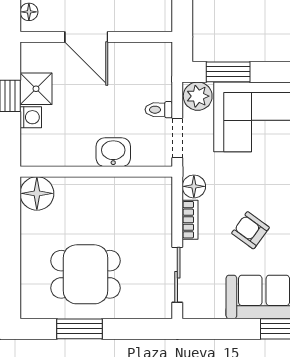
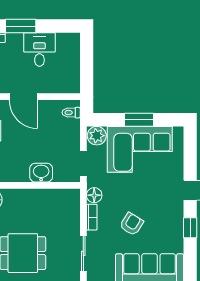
window: (228, 72) -> (139, 120), moved
toilet: (159, 110) -> (71, 113), moved
armchair: (250, 230) -> (132, 224), turned 86

